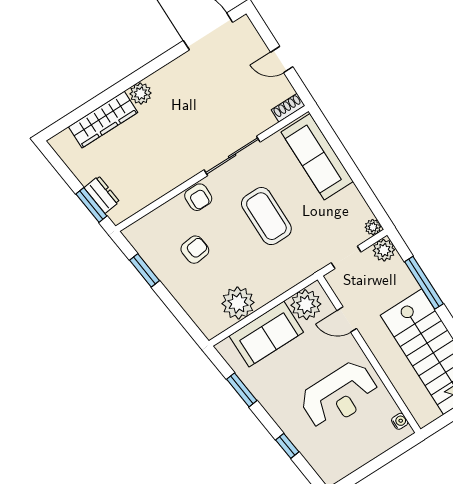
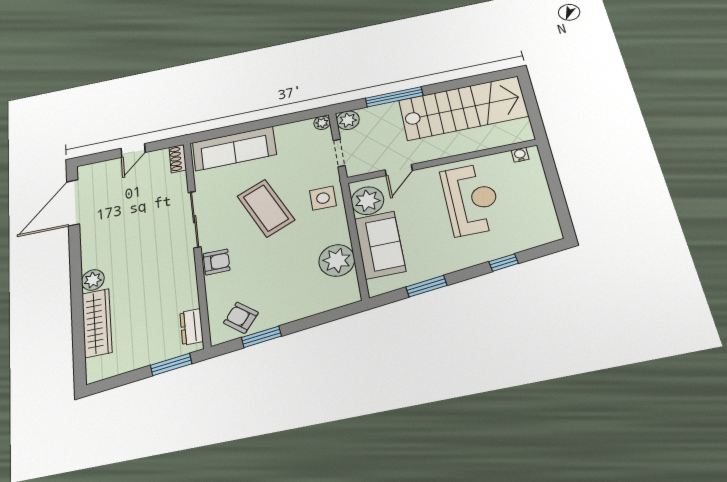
dresser: (102, 195) -> (192, 327), moved, turned -83
coffee table: (266, 216) -> (266, 208), turned 66
armchair: (195, 250) -> (241, 318), moved, turned -44
side table: (295, 264) -> (323, 198), added

